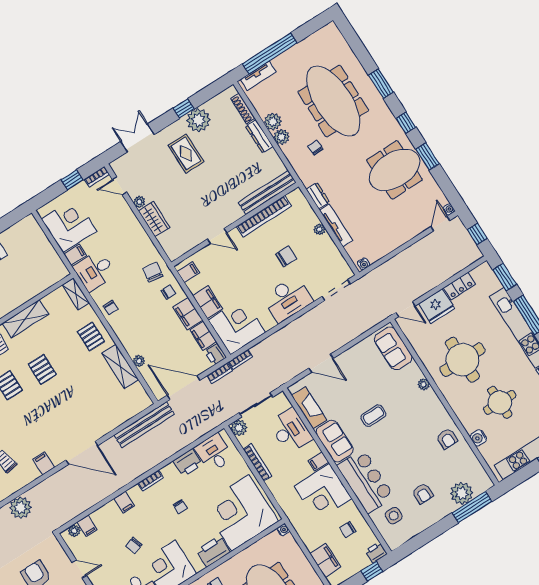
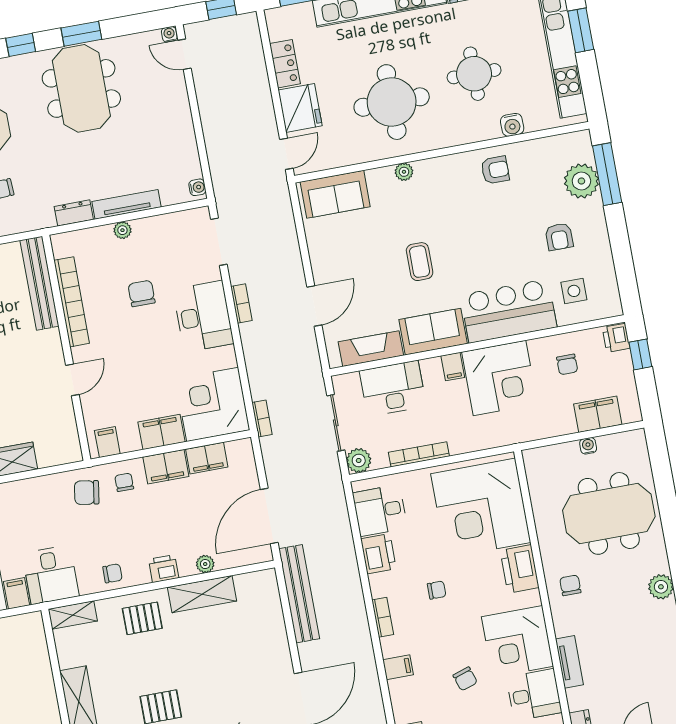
printer: (215, 354) -> (164, 569), moved, turned 180
bookcase: (220, 373) -> (241, 303), moved
armchair: (423, 493) -> (559, 237), turned 90
water cooler: (283, 530) -> (588, 446), moved

